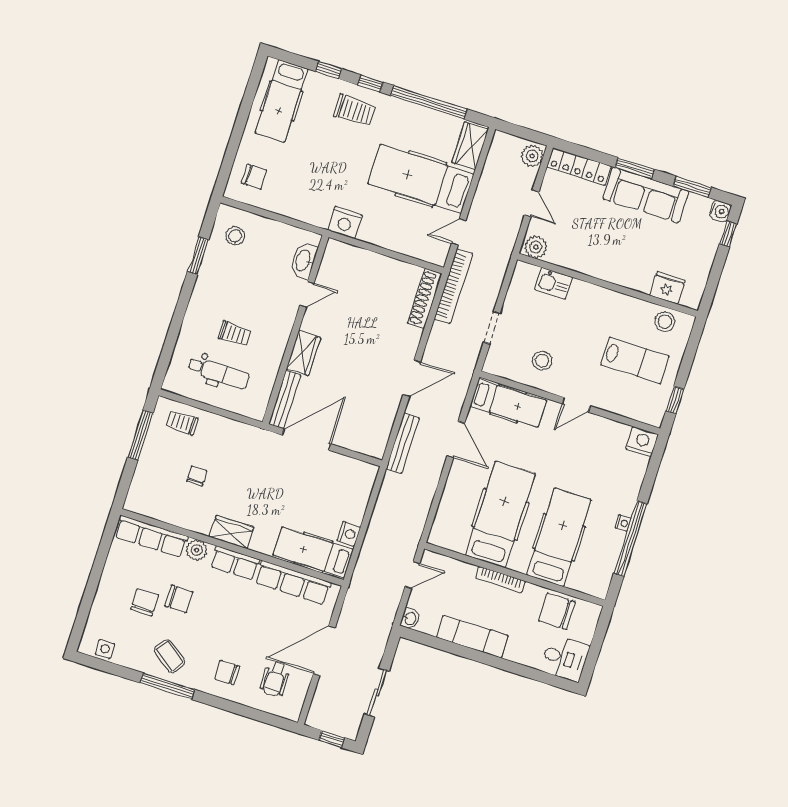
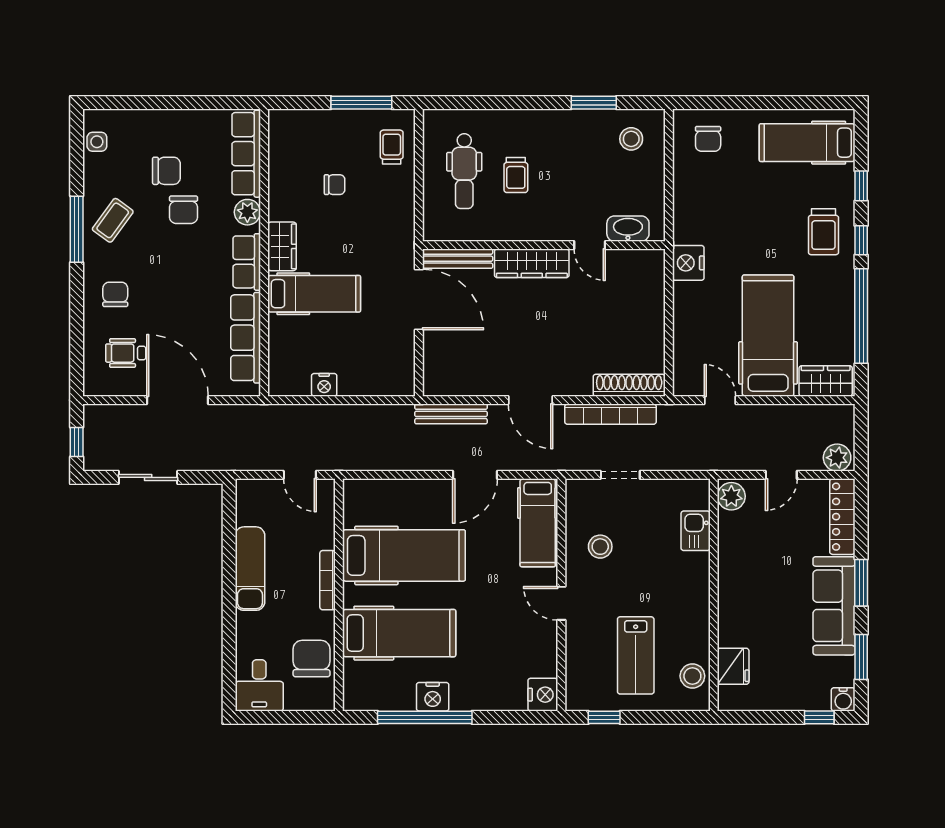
bookcase: (453, 286) -> (610, 414), moved
wardrobe: (303, 353) -> (532, 263), width x1.50
nightstand: (623, 523) -> (433, 697), width x1.89, depth x1.79
hospital bed: (313, 552) -> (314, 294), moved, turned 90
washbasin: (410, 619) -> (248, 489), removed

